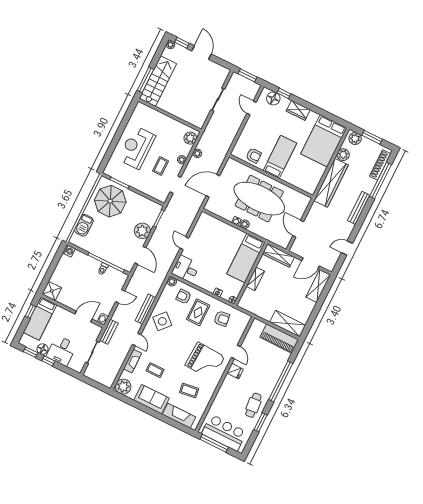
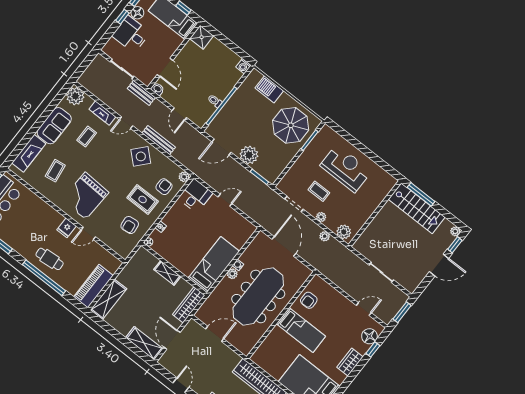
bed: (246, 258) -> (214, 265), moved, turned 90
cafe table: (253, 405) -> (50, 259), moved

